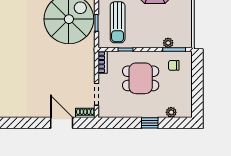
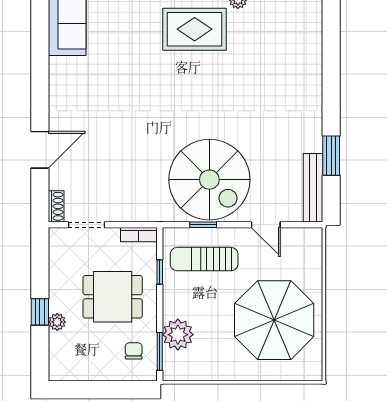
plant: (168, 43) -> (178, 335), width x1.88, depth x1.88
dining table: (141, 78) -> (113, 297), turned 90
plant: (171, 112) -> (57, 322), moved
door: (62, 123) -> (40, 150), moved

